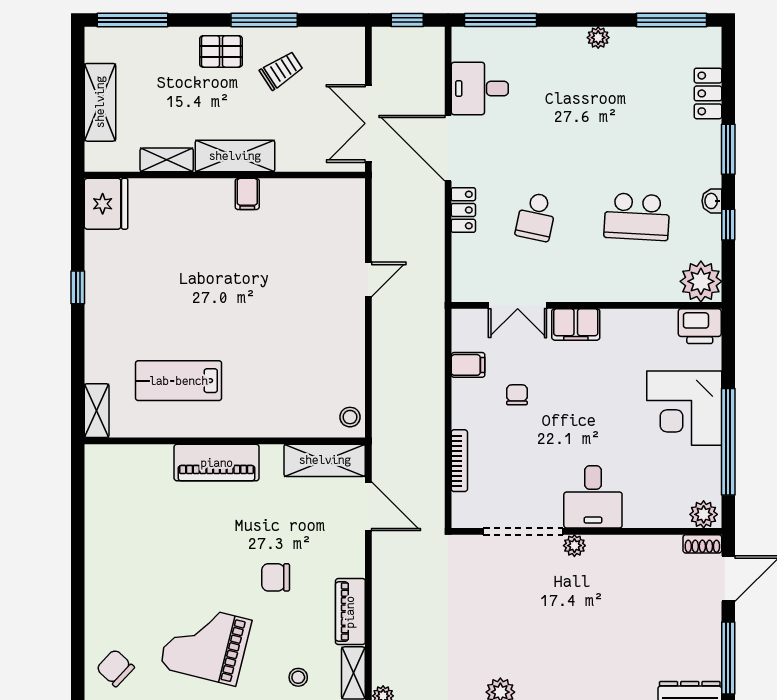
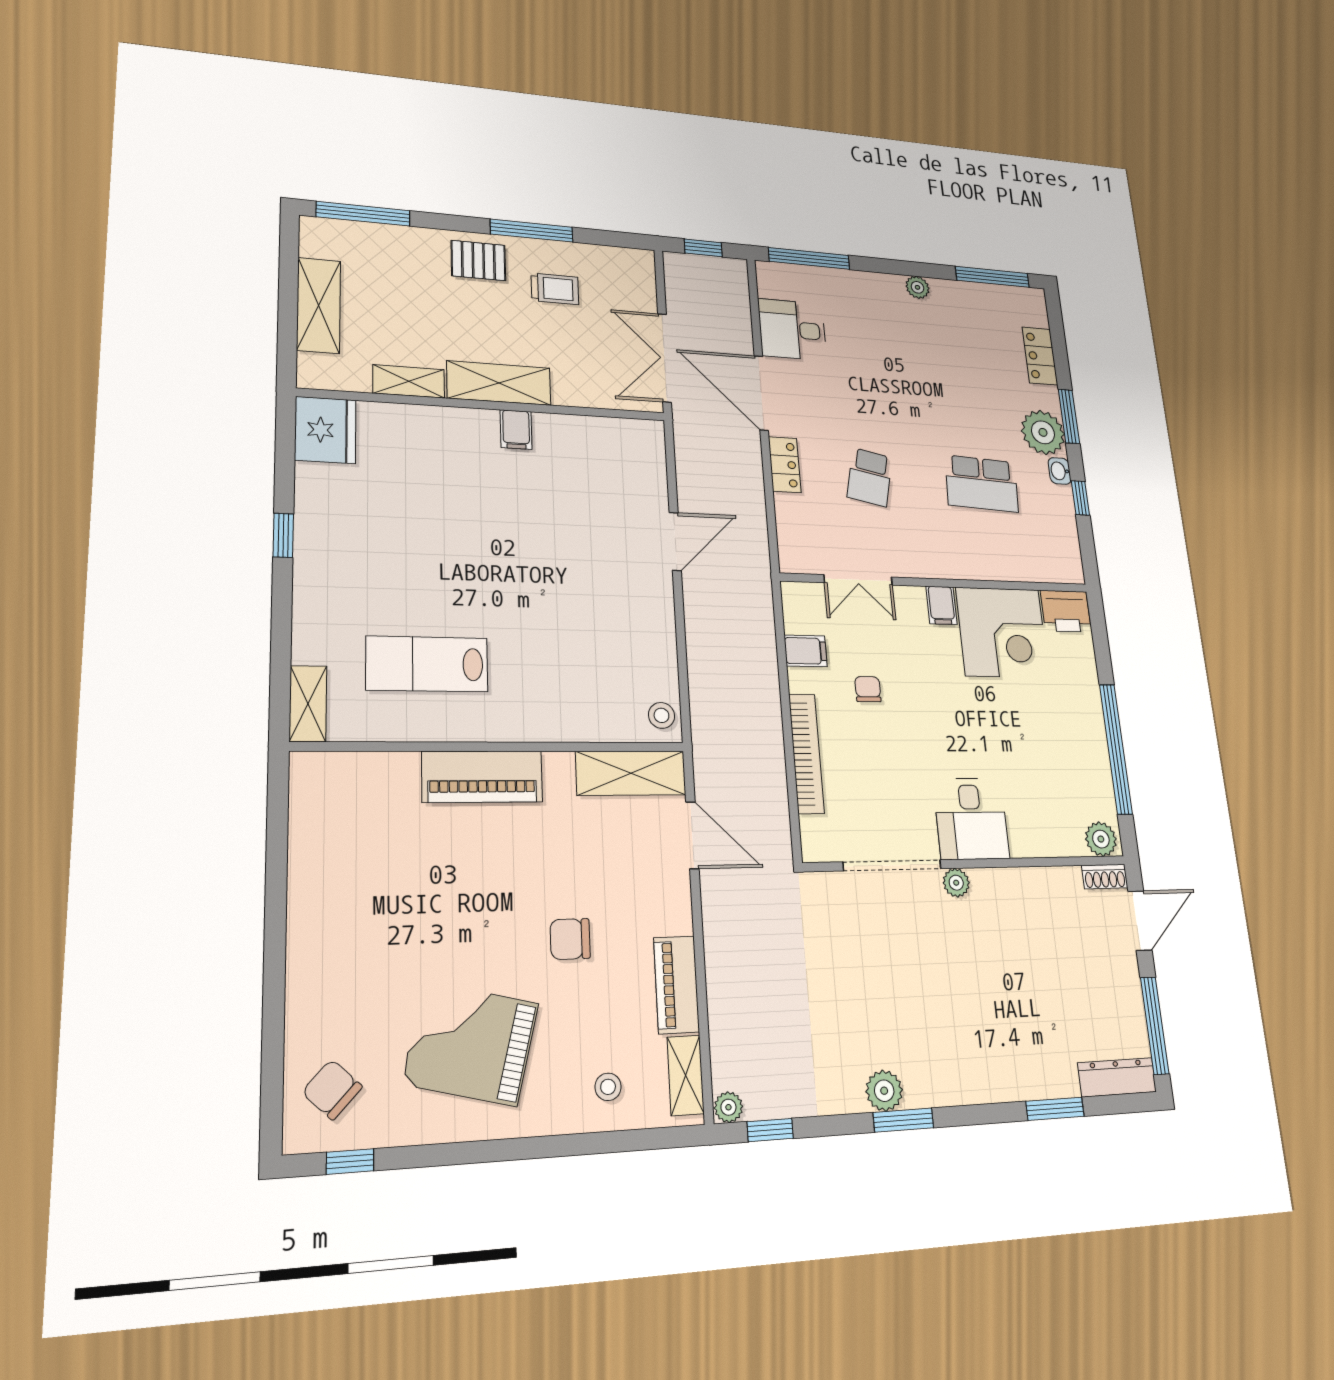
trolley: (281, 70) -> (555, 289), turned 33
door: (368, 279) -> (675, 541), width x1.38
plant: (701, 281) -> (1043, 432), moved
filing cabinet: (576, 324) -> (942, 605), width x0.50
corner desk: (684, 408) -> (1002, 632), moved, turned -90
bookcase: (459, 461) -> (806, 753), width x1.48, depth x1.31

